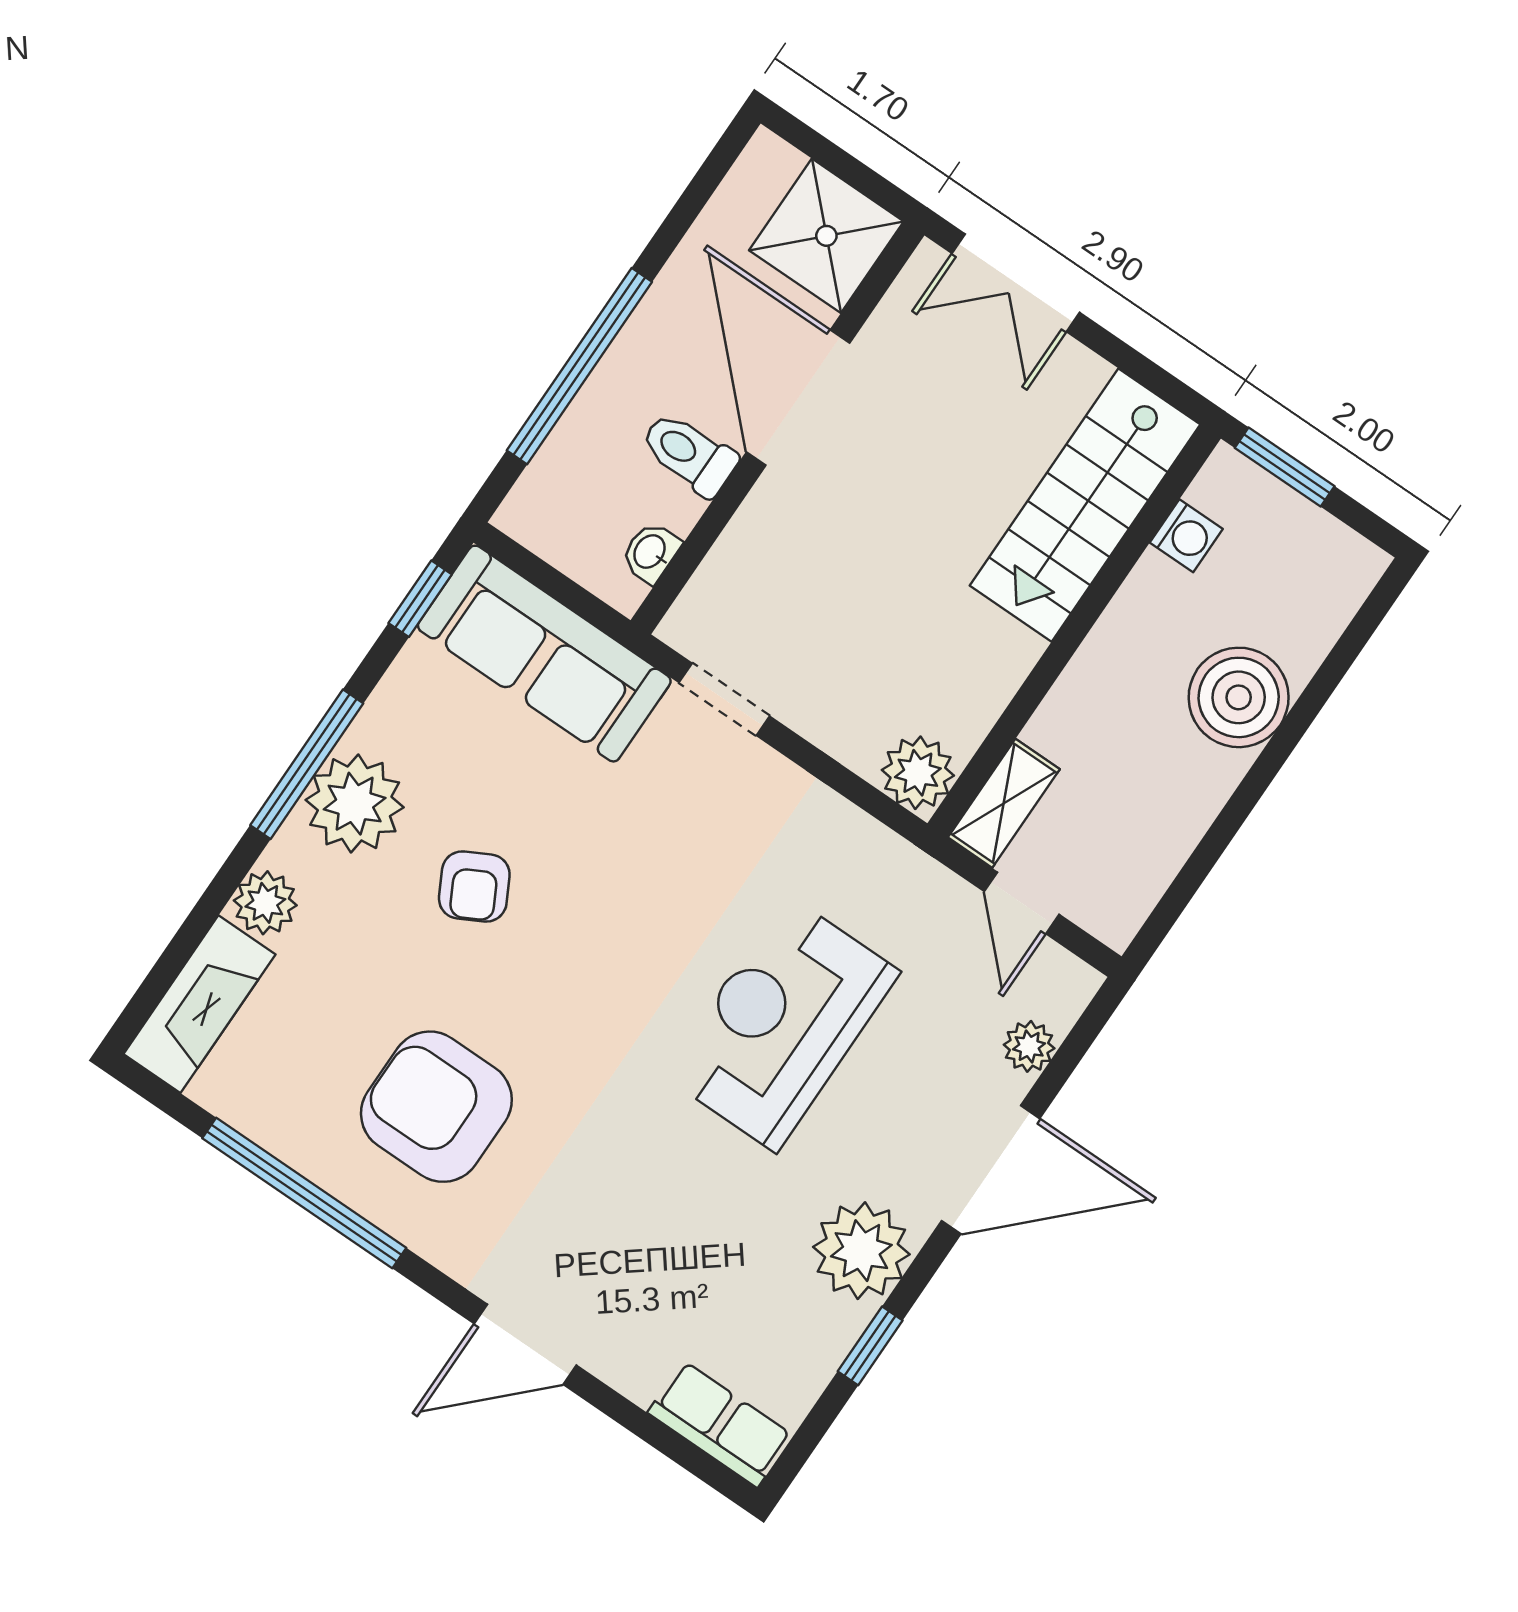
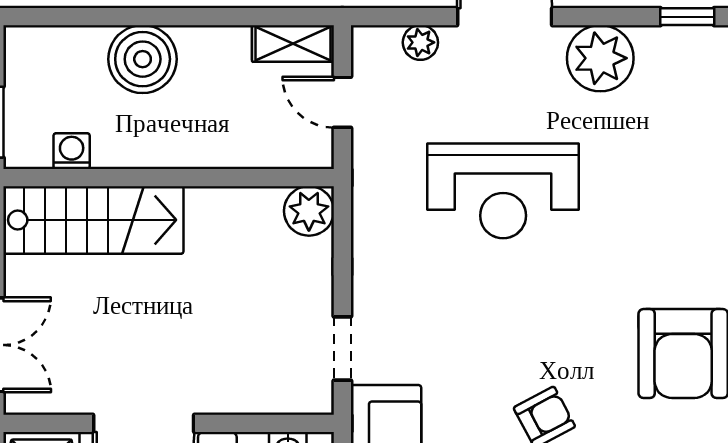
shelving: (1004, 803) -> (293, 43), moved
door: (1022, 903) -> (342, 102), swing flipped
window: (870, 1346) -> (687, 17), moved

